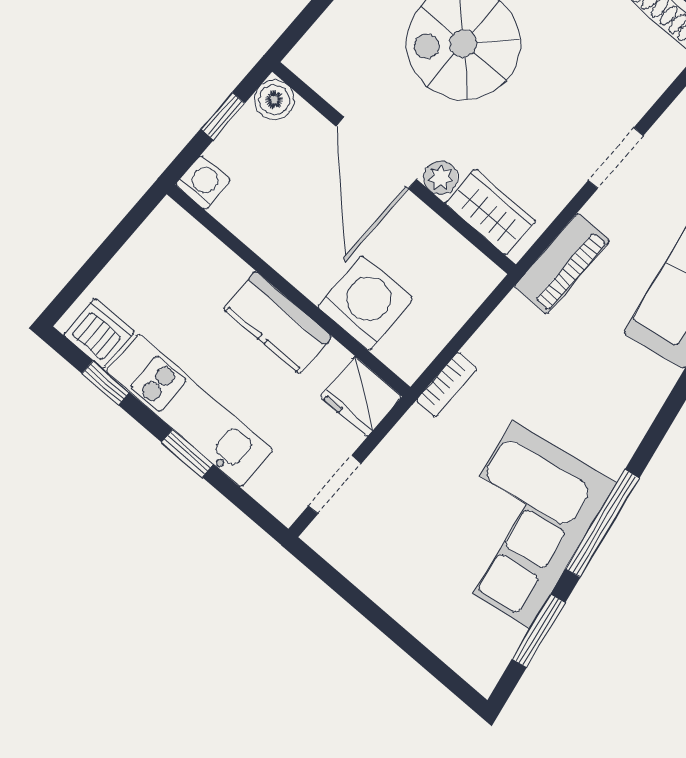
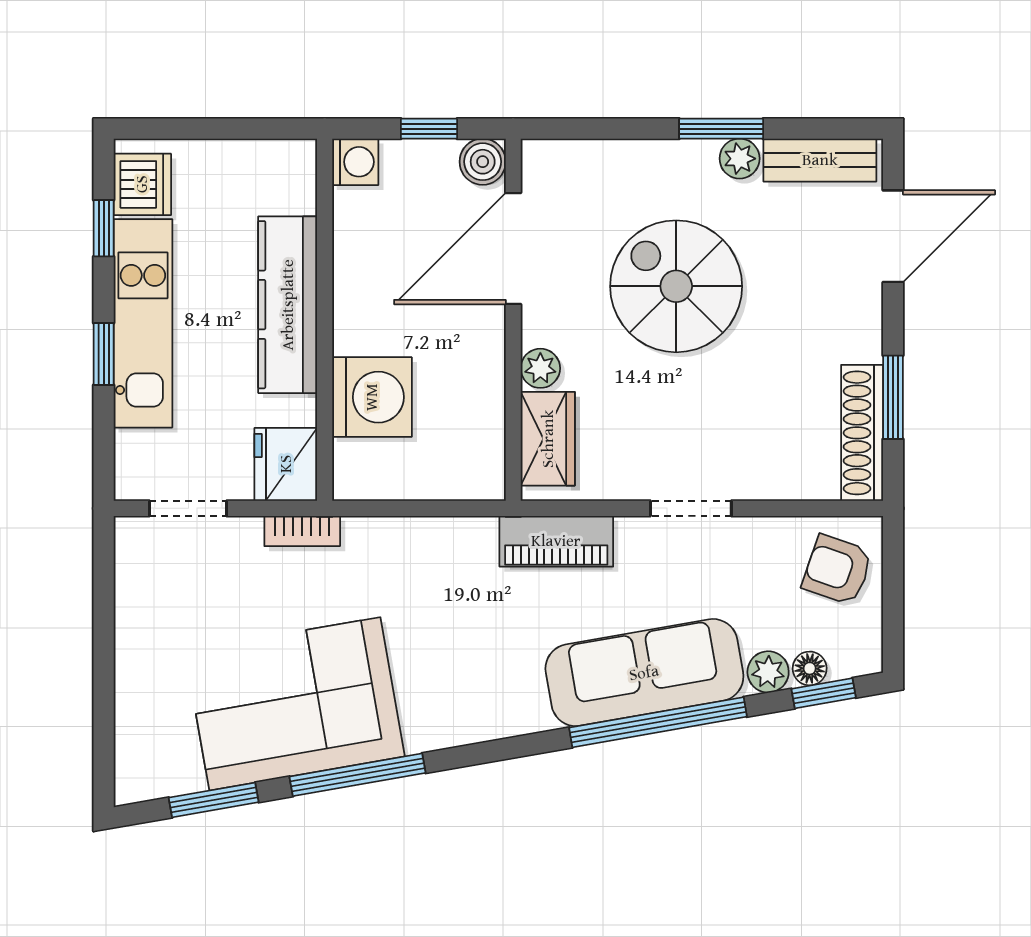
door: (376, 153) -> (513, 248), moved
kitchen counter: (277, 323) -> (288, 305), width x1.50
bookcase: (446, 385) -> (302, 531), moved

